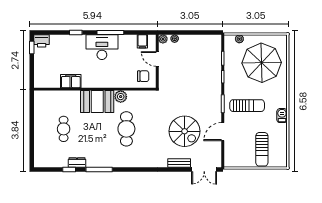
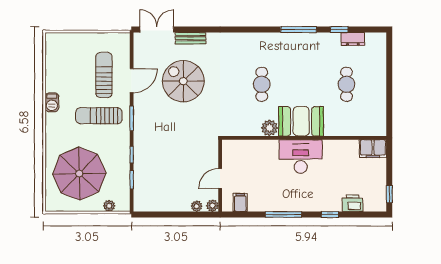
printer: (42, 41) -> (352, 203), moved
desk: (102, 47) -> (301, 157), moved, turned 180
door: (157, 59) -> (220, 179), swing flipped
chair: (143, 76) -> (239, 155), removed
filing cabinet: (71, 81) -> (373, 149), moved
cafe table: (126, 129) -> (262, 84), width x0.73, depth x0.74
sun lounger: (262, 149) -> (104, 75), moved
dresser: (77, 162) -> (353, 39), moved

